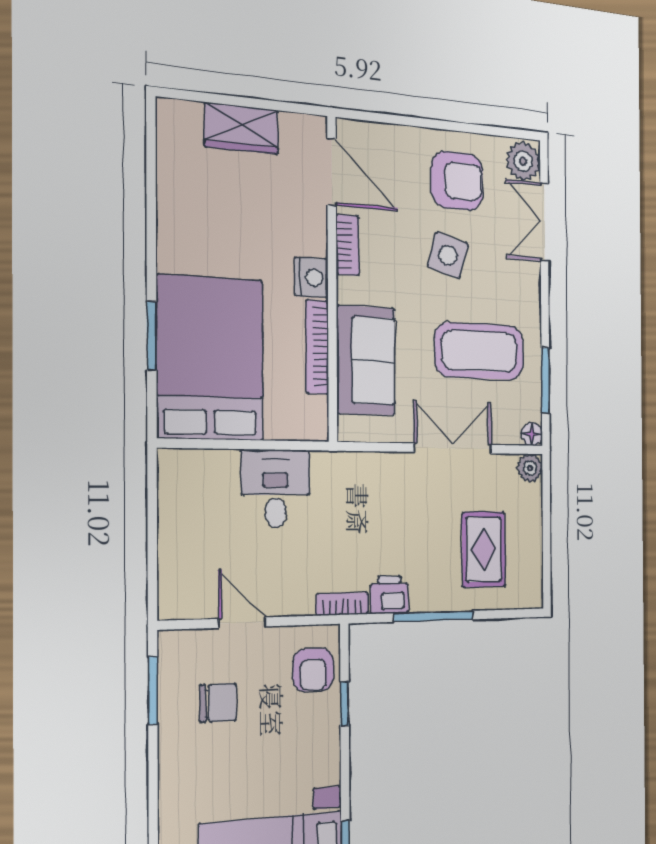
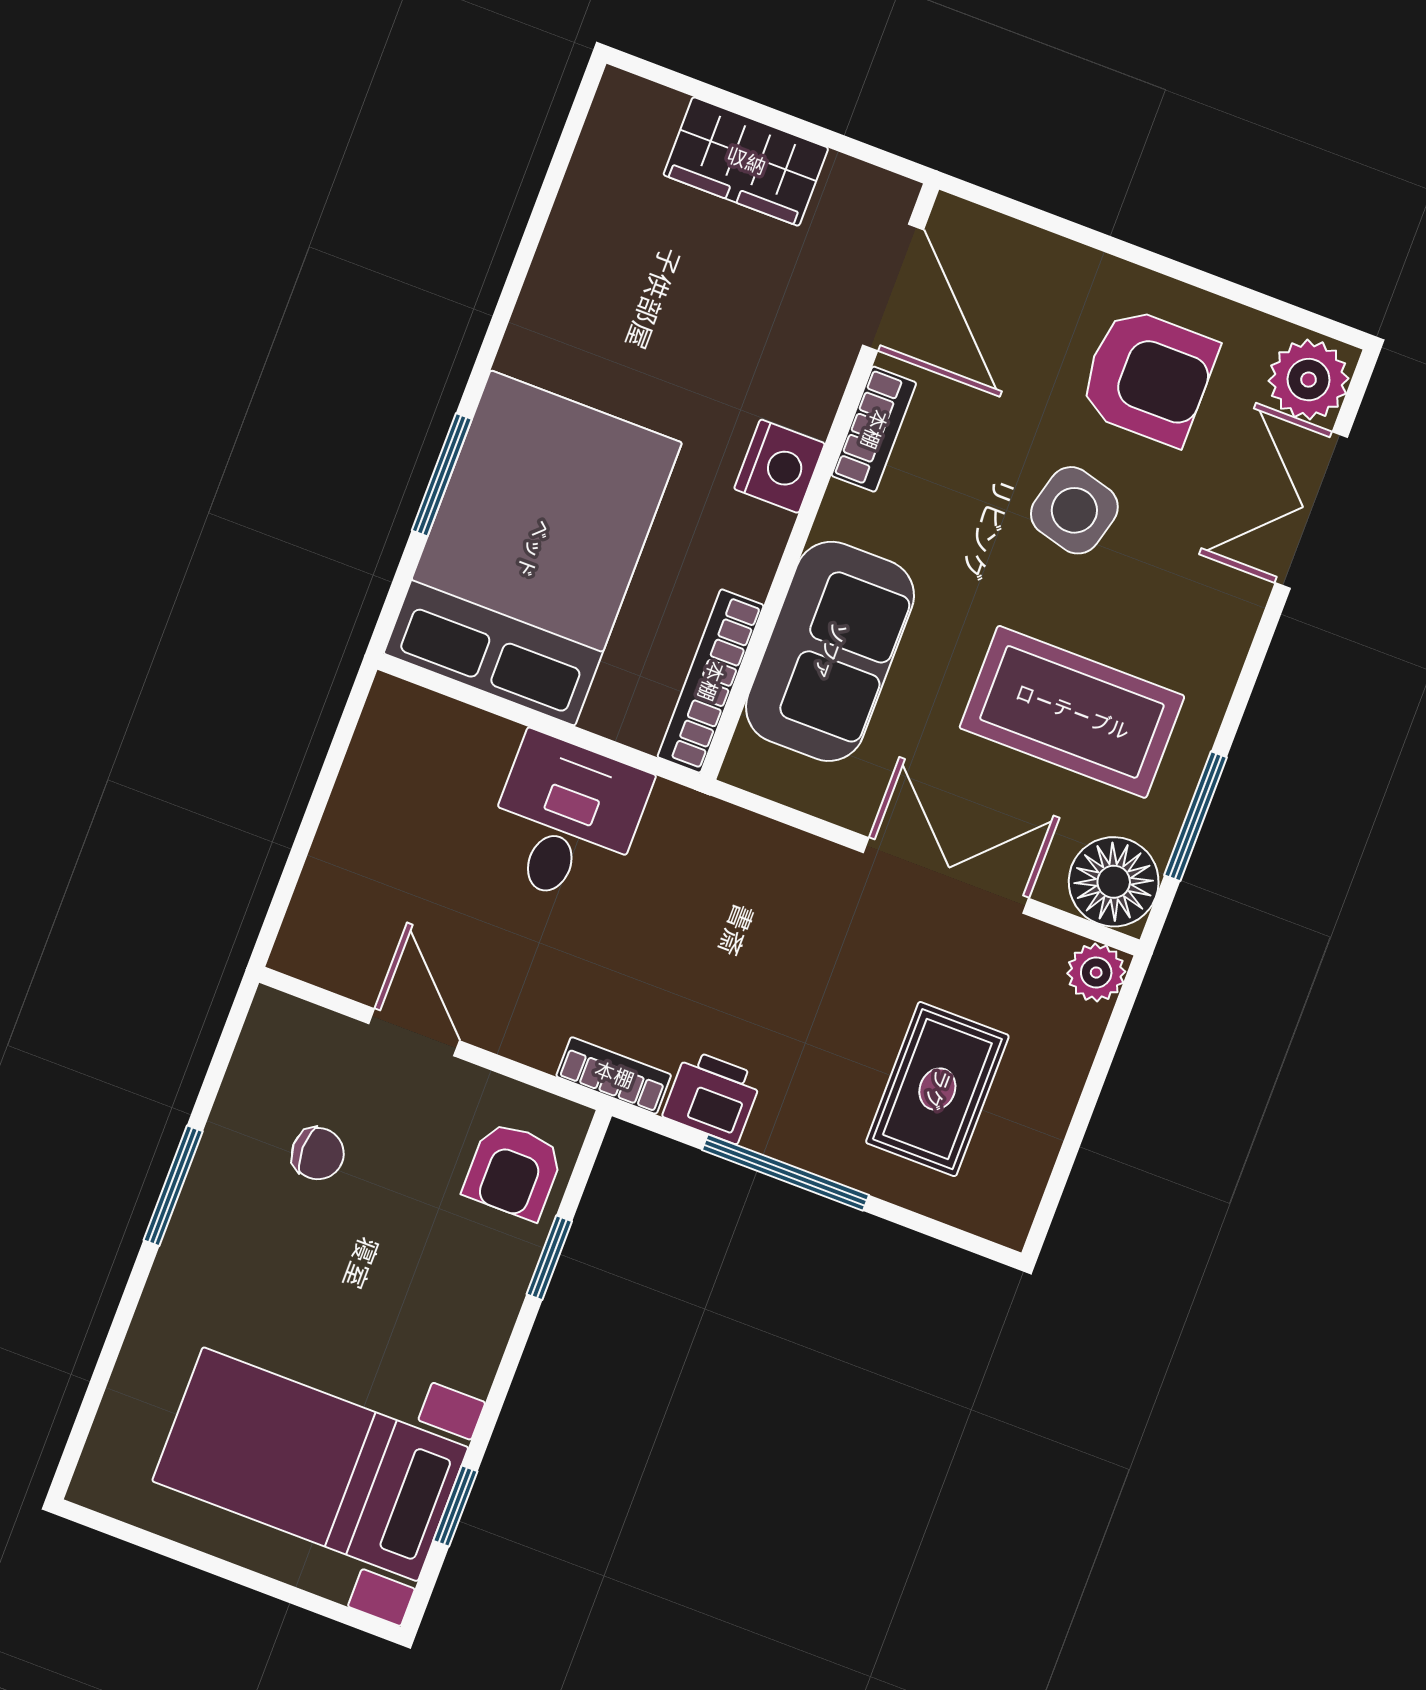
bookcase: (317, 347) -> (711, 681), moved
floor lamp: (532, 434) -> (1114, 882), width x1.89, depth x1.89
window: (153, 690) -> (173, 1186), moved
chair: (218, 703) -> (318, 1154), width x0.73, depth x0.73

